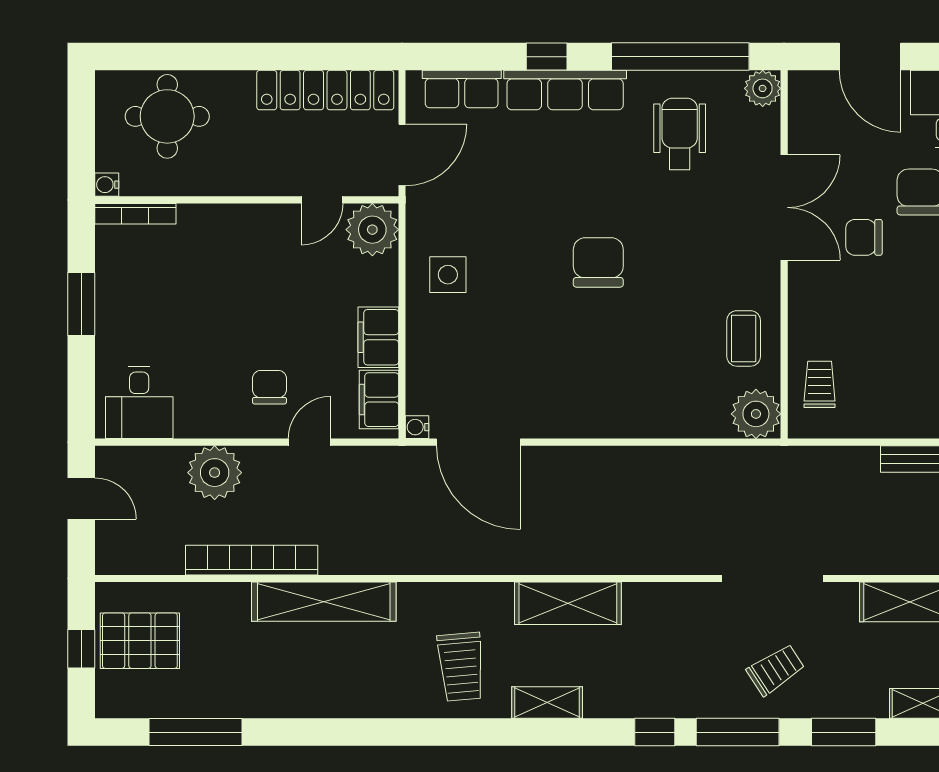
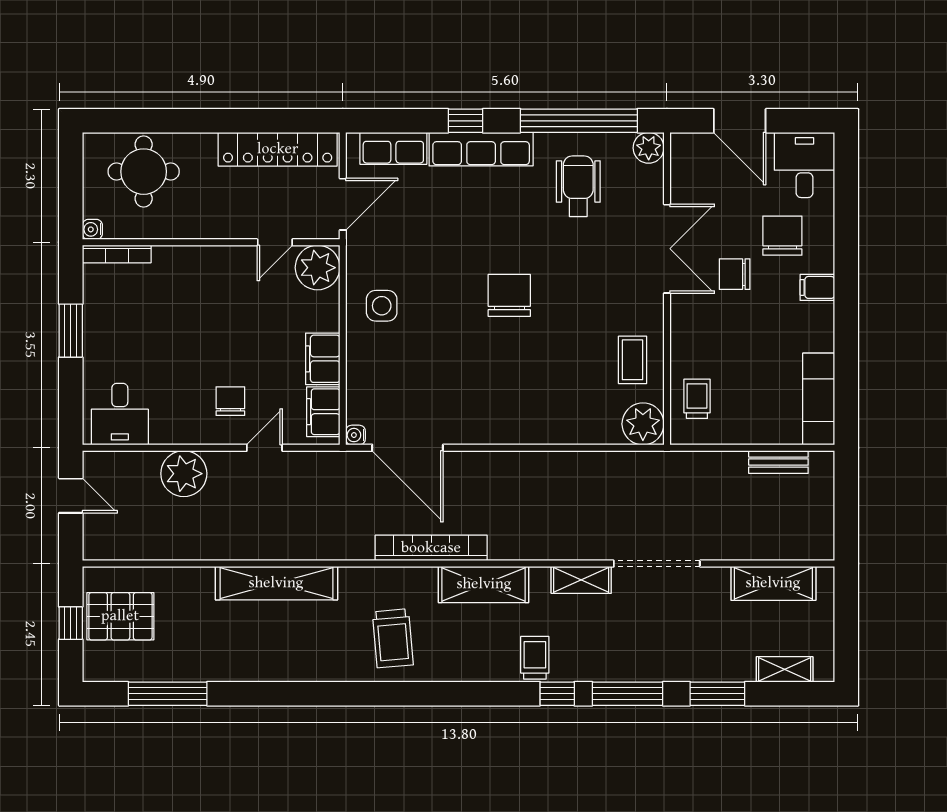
bookcase: (252, 560) -> (431, 548), moved
trolley: (776, 670) -> (535, 658), moved, turned -57
shelving: (547, 703) -> (581, 580), moved

